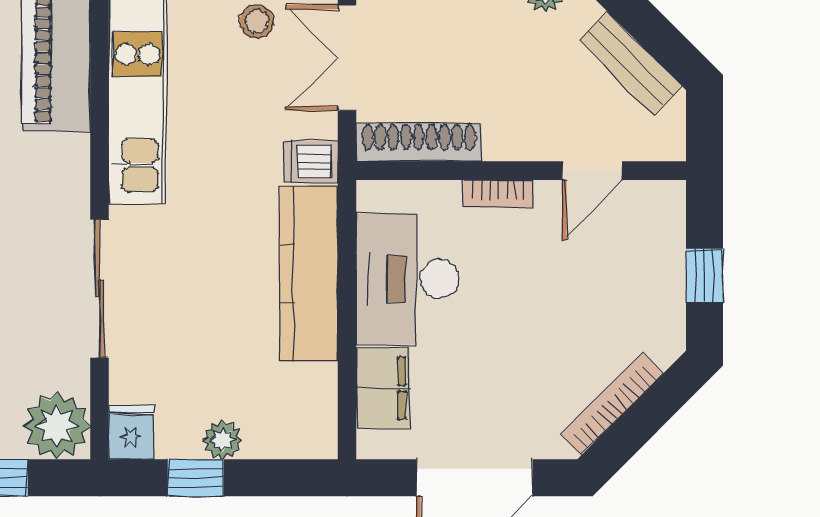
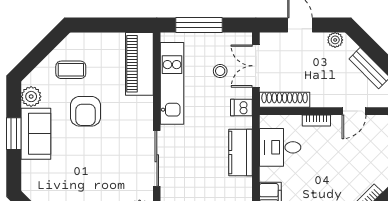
stool: (257, 22) -> (220, 71), moved
kitchen counter: (309, 274) -> (241, 152), width x0.67
desk: (408, 279) -> (280, 147), width x0.73

